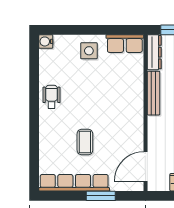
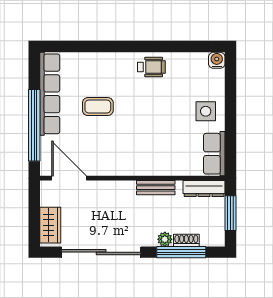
bench: (154, 93) -> (156, 188), width x0.73
window: (101, 196) -> (34, 125), width x2.11

